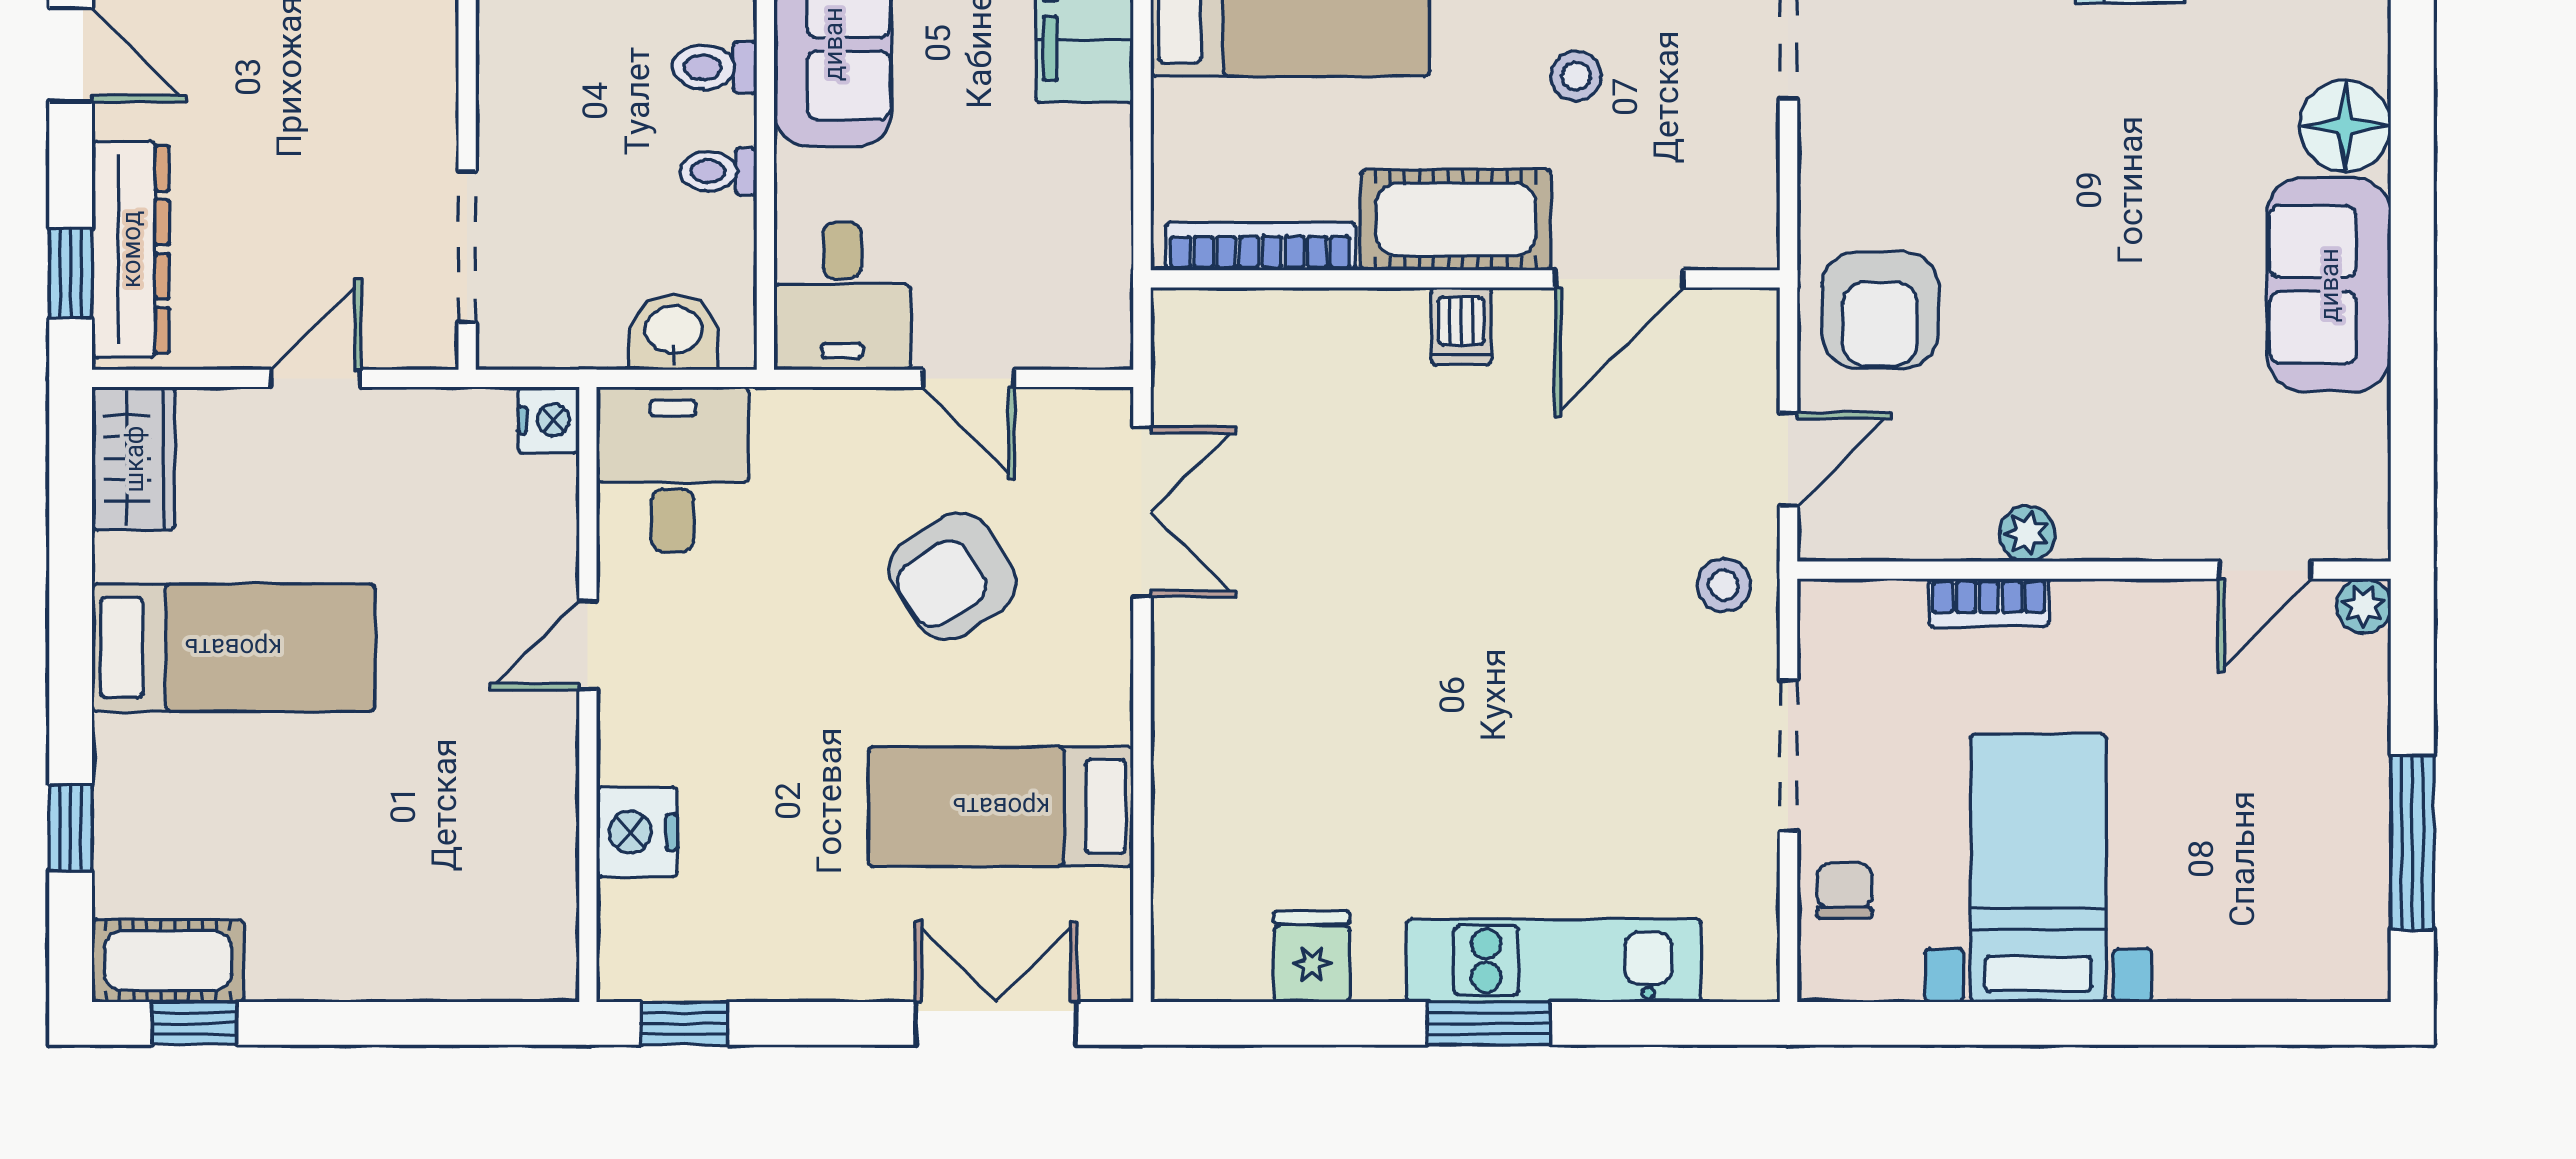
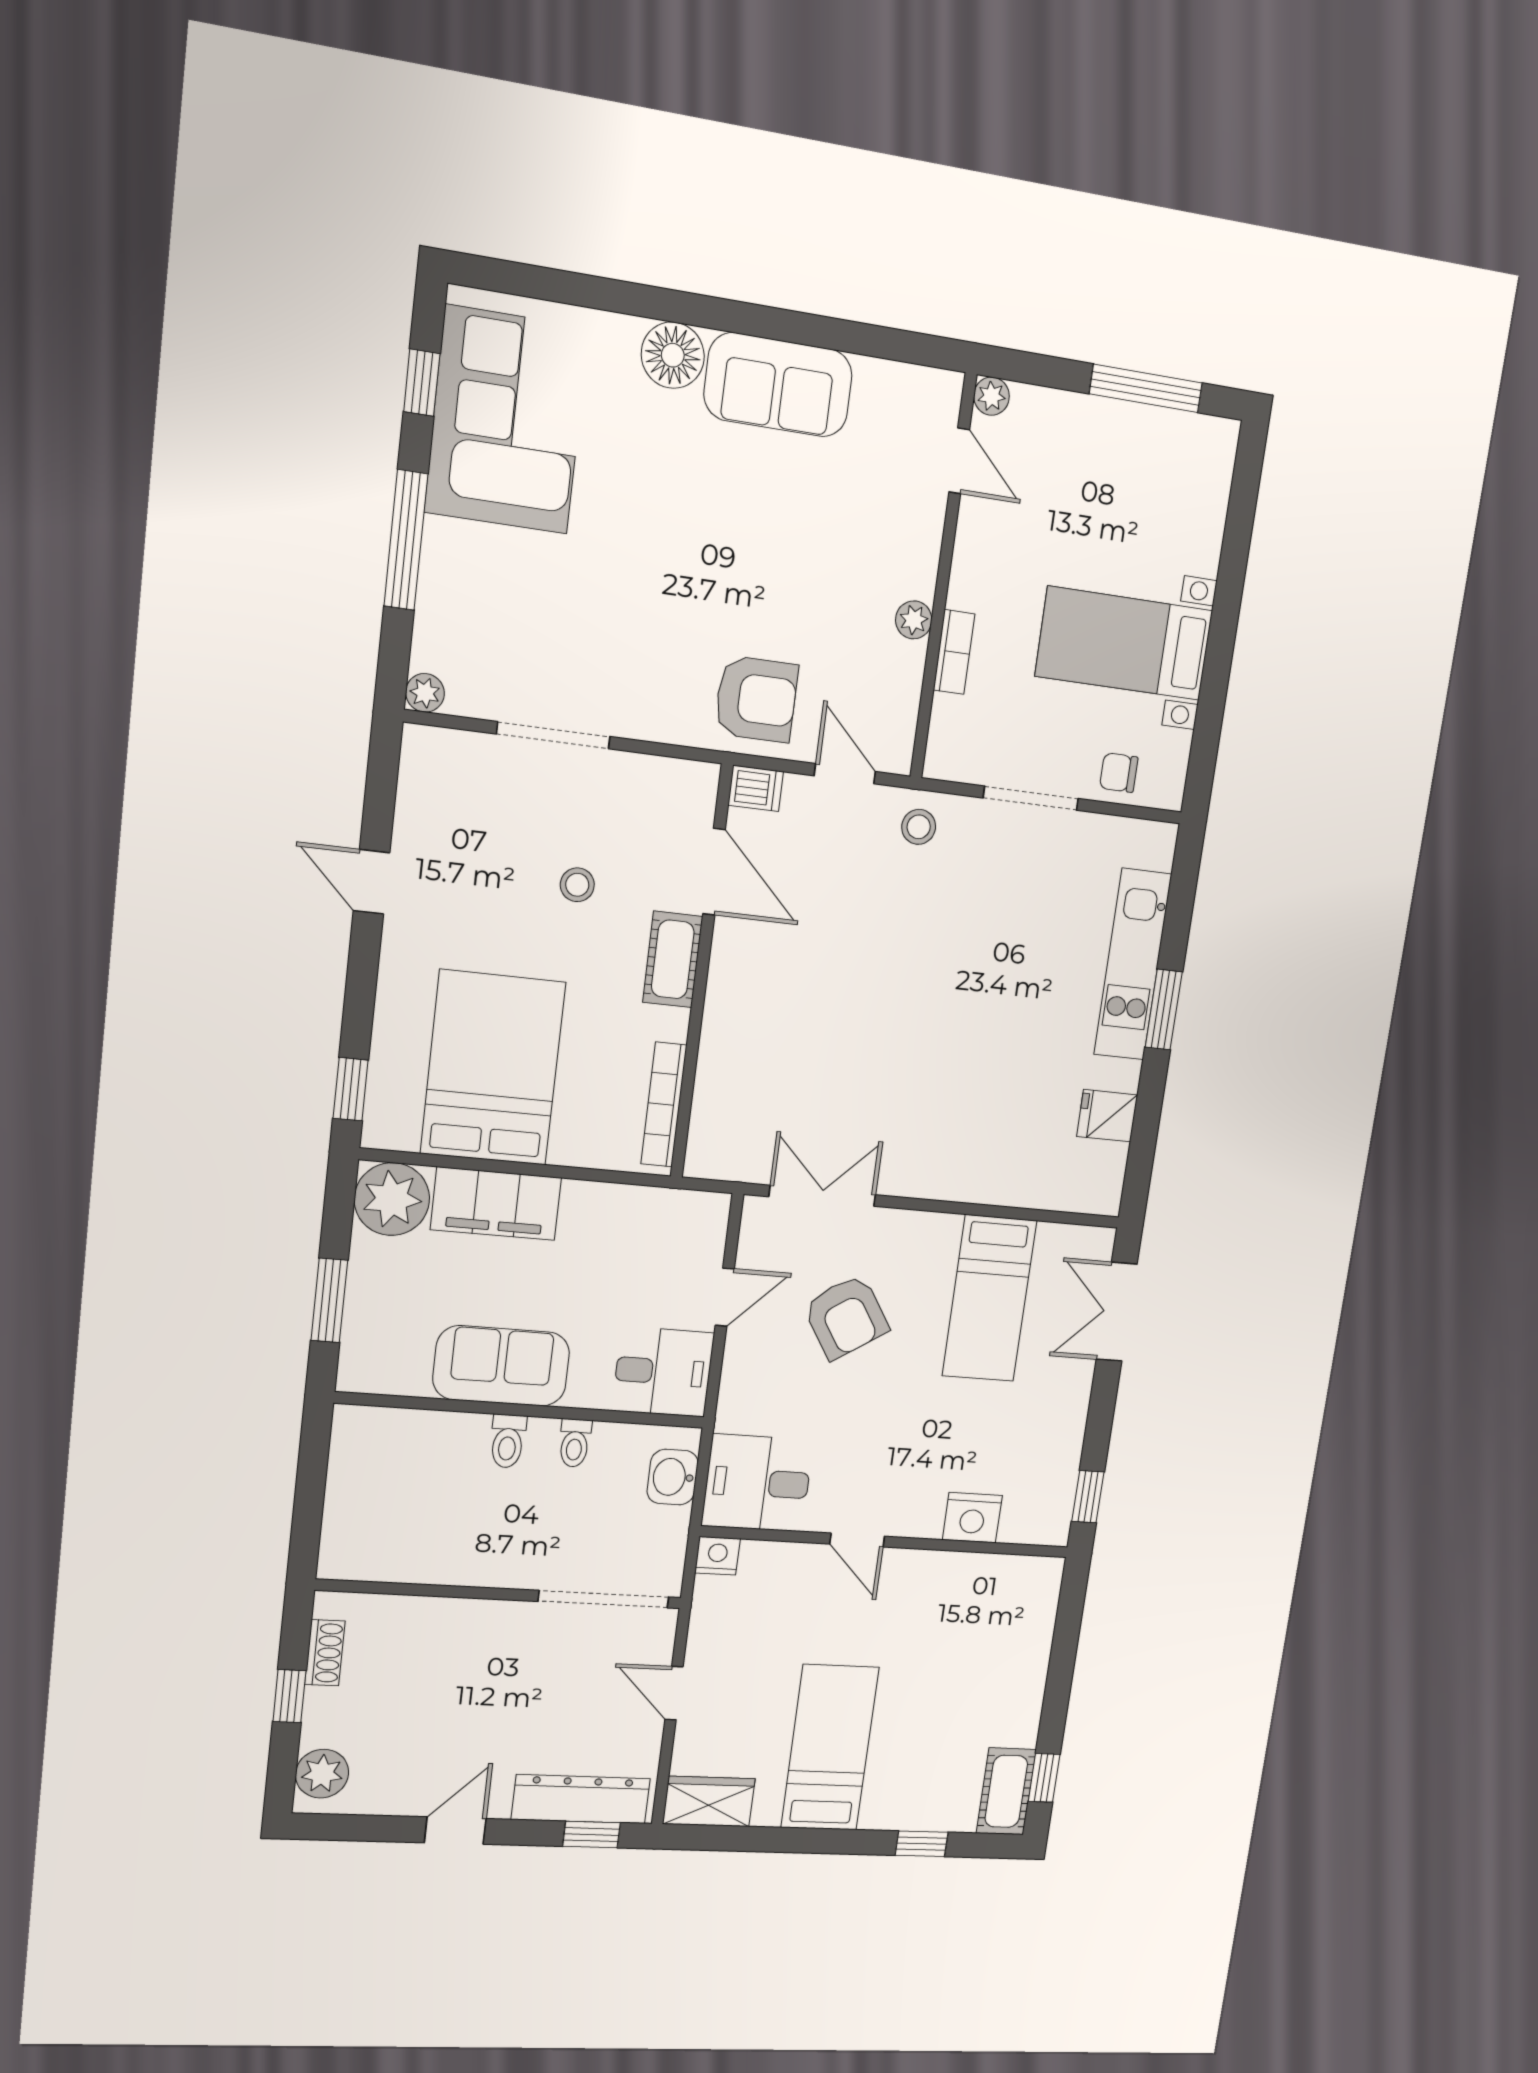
cot: (1456, 220) -> (673, 959), width x0.73, depth x0.75
doorway: (467, 246) -> (604, 1599), width x1.36
dishwasher: (1461, 326) -> (756, 788), moved

